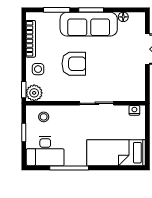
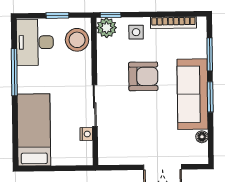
armchair: (74, 64) -> (143, 76), turned -90
nightstand: (134, 110) -> (86, 134), moved
stool: (44, 117) -> (77, 40), width x1.89, depth x1.89

